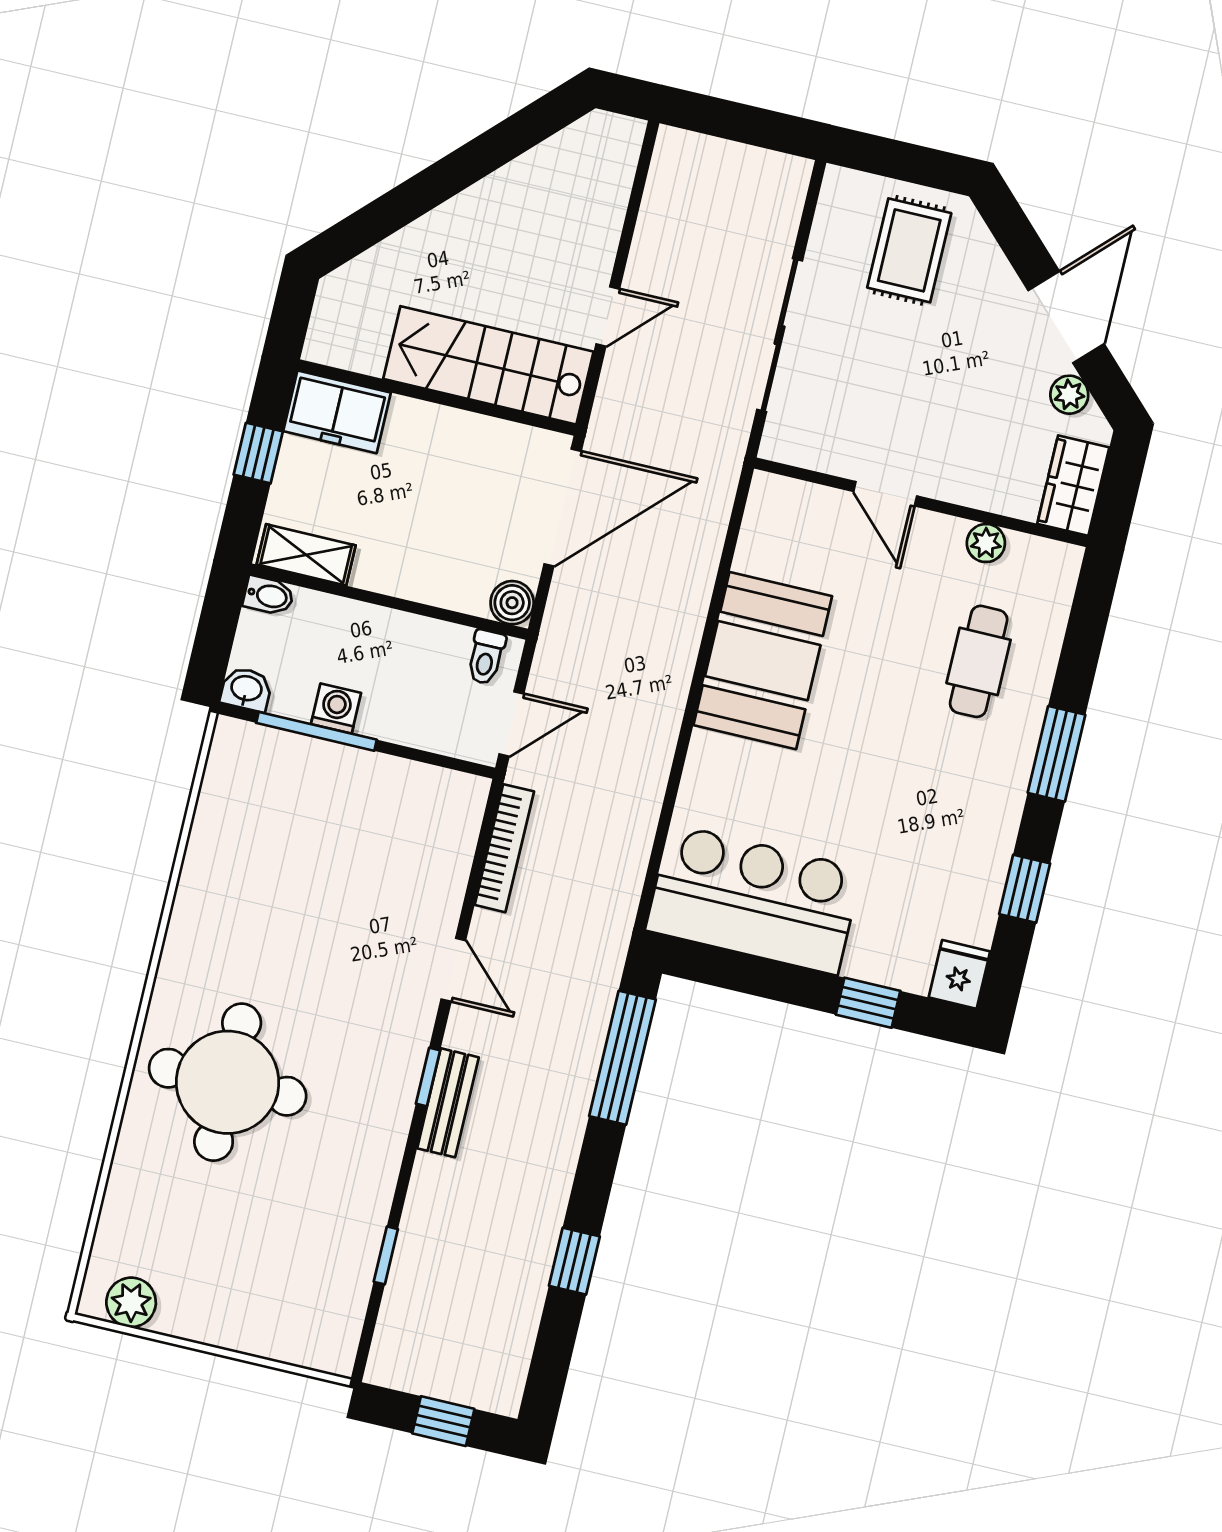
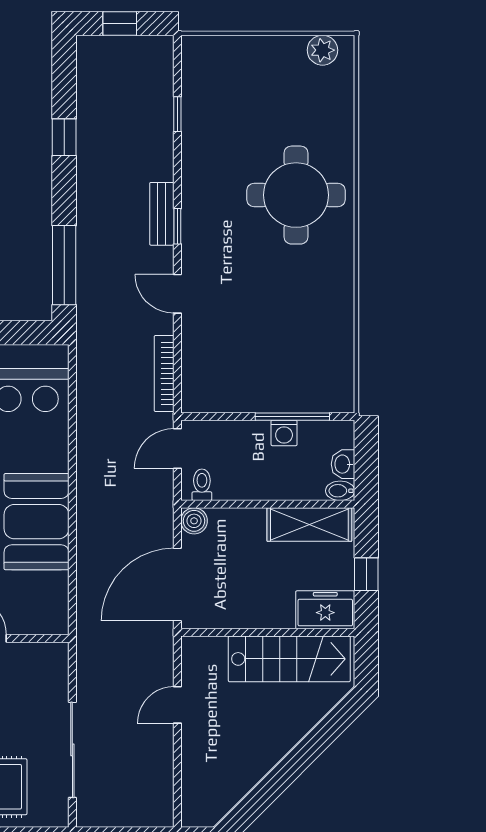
sliding door: (780, 335) -> (72, 750), moved
stairs: (488, 365) -> (289, 659), moved
shelving: (306, 555) -> (309, 525), width x1.50, depth x1.33
washbasin: (246, 689) -> (343, 464), moved, turned 90

